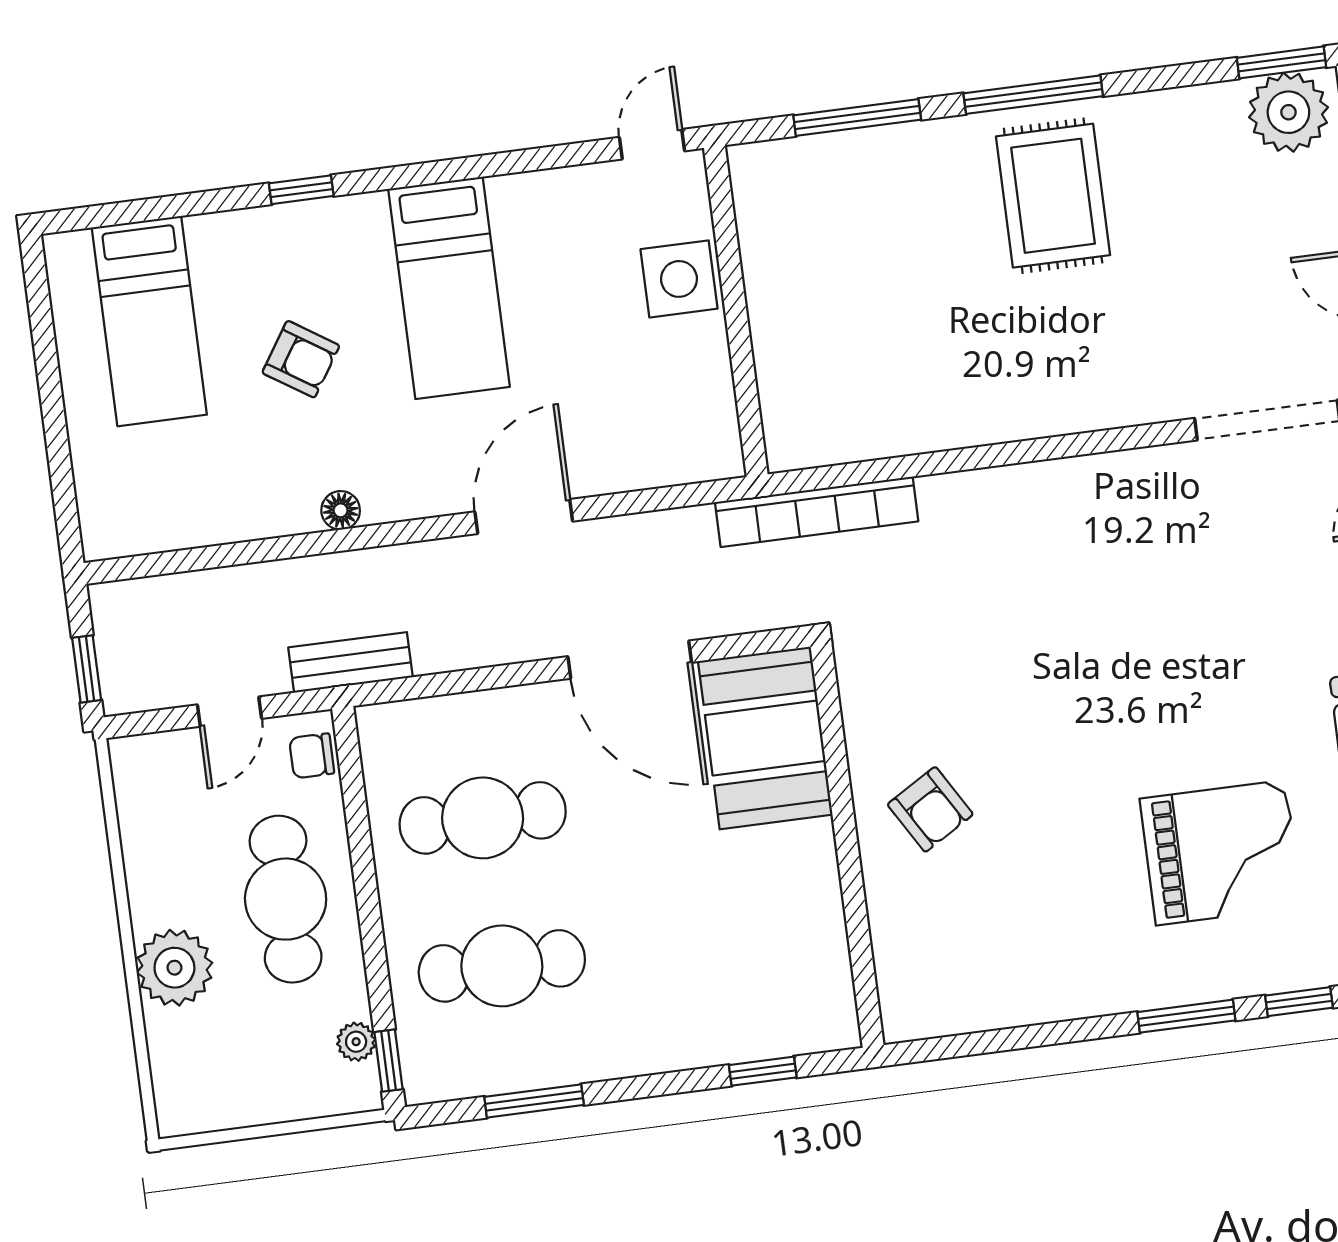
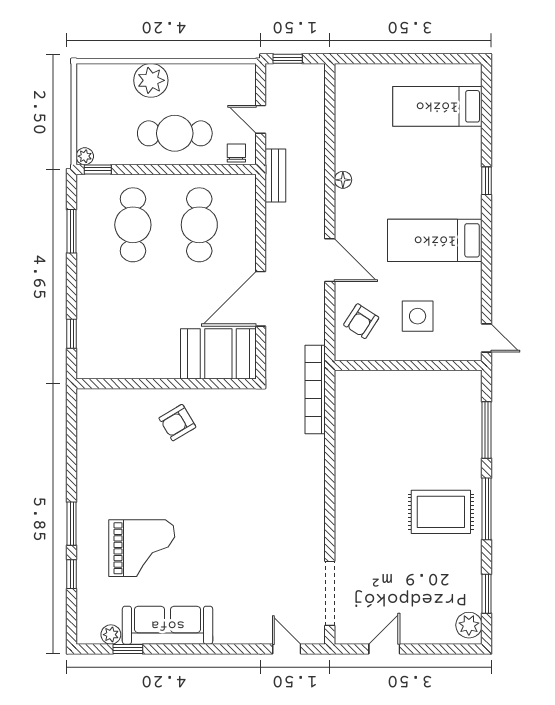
window: (1281, 62) -> (487, 594), moved
plant: (1288, 112) -> (469, 625), width x0.73, depth x0.73
side table: (679, 279) -> (418, 316), moved
armchair: (301, 359) -> (361, 321), moved
grand piano: (1221, 853) -> (142, 548), turned -90
plant: (356, 1042) -> (85, 156), moved

